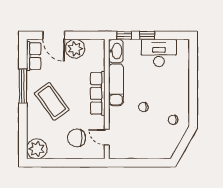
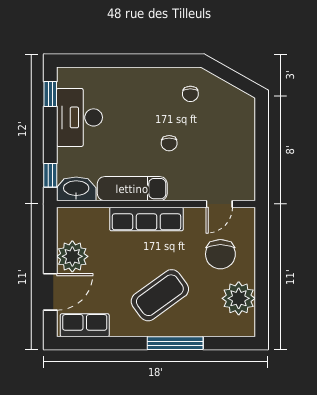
window: (147, 35) -> (50, 94), moved
window: (23, 86) -> (175, 343), moved
plant: (37, 149) -> (239, 298), moved

